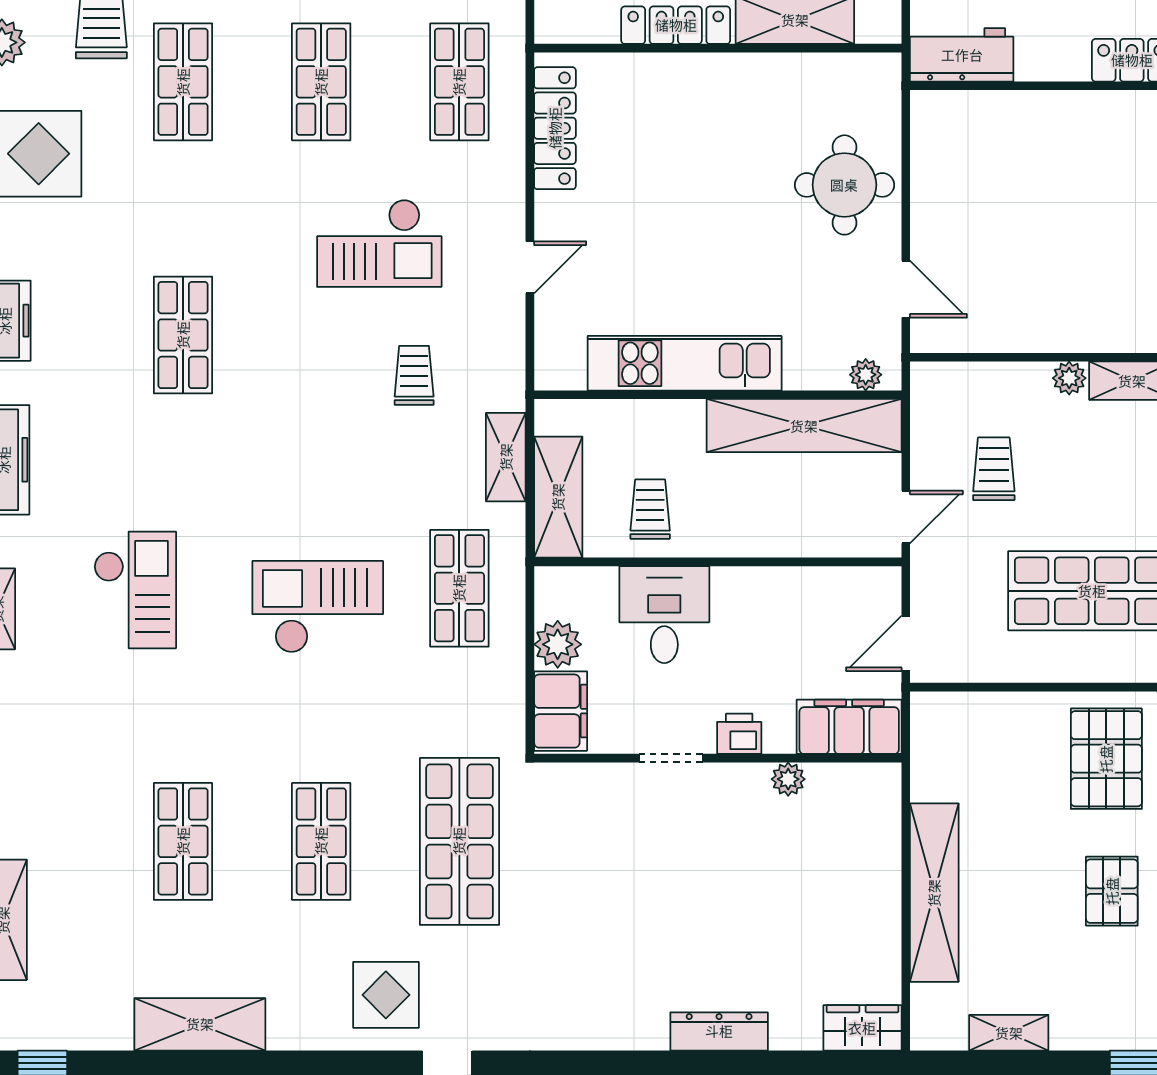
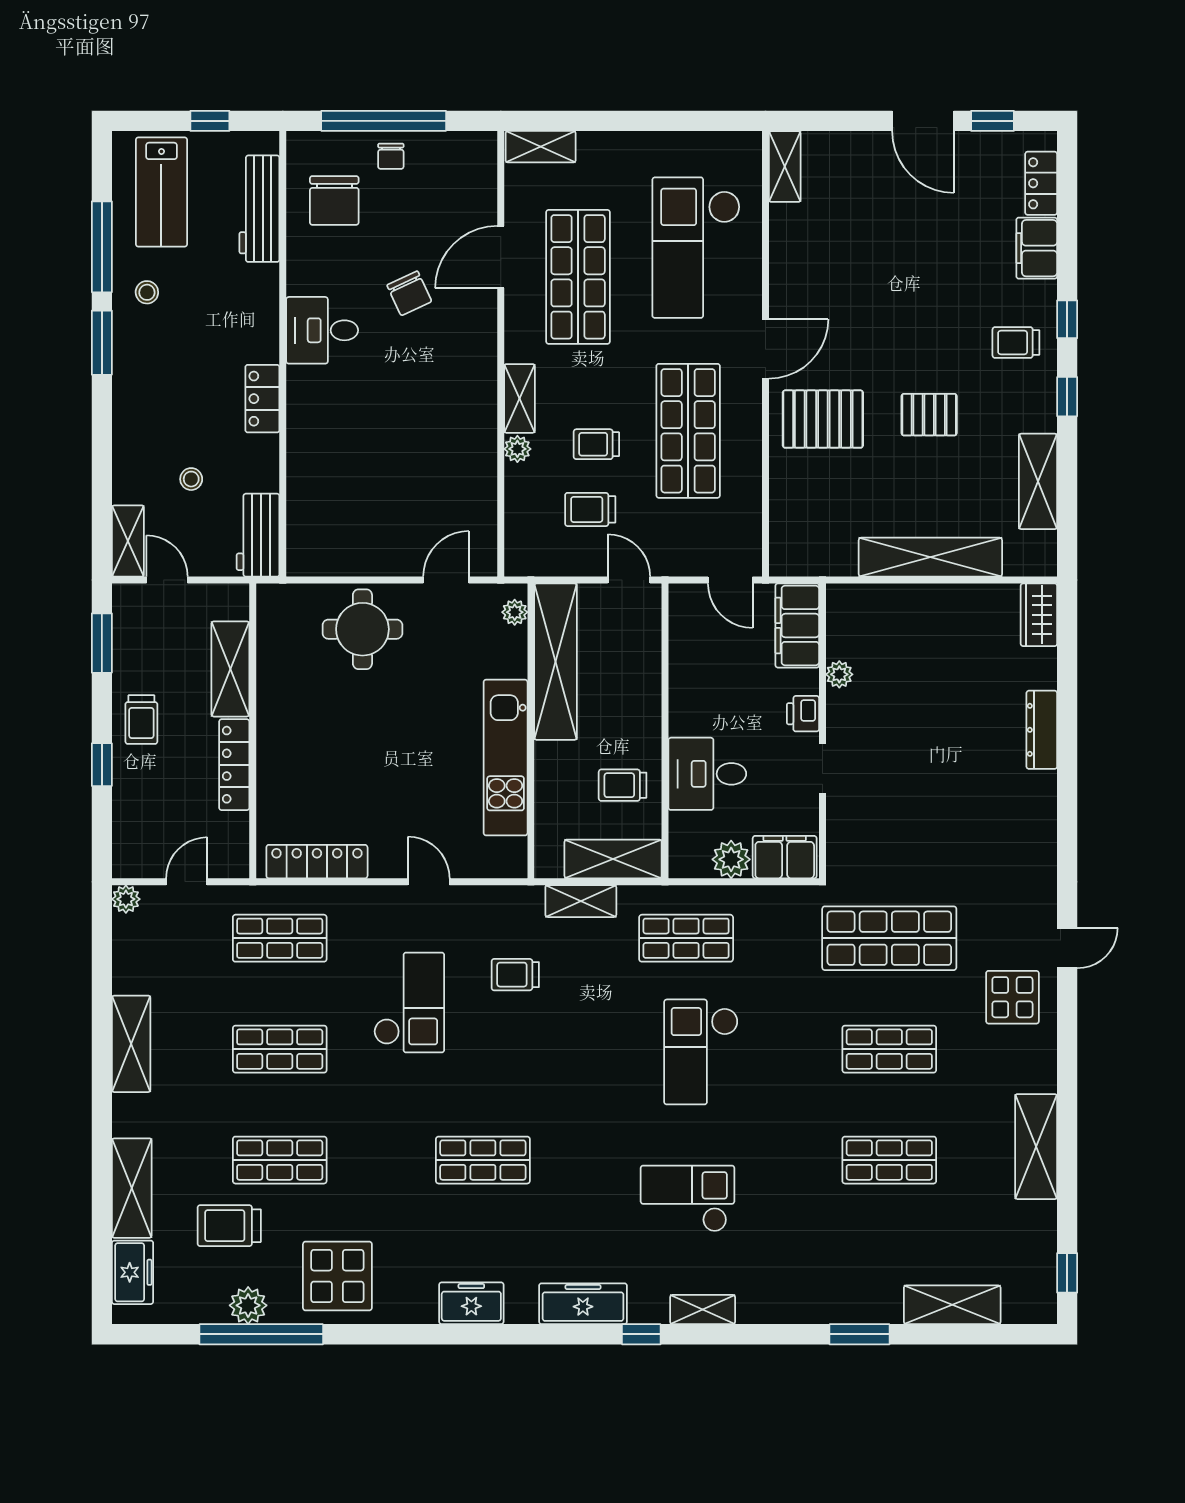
trolley: (1075, 476) -> (596, 444), added
shelving: (1009, 1033) -> (1038, 481), width x1.50, depth x1.33

